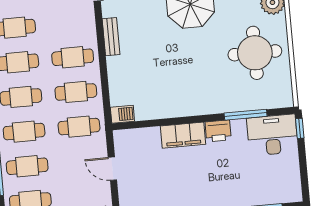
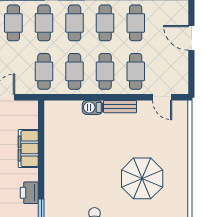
cafe table: (70, 23) -> (136, 71), added
barbecue: (122, 114) -> (92, 107), moved, turned 90
filing cabinet: (183, 135) -> (28, 149), moved

